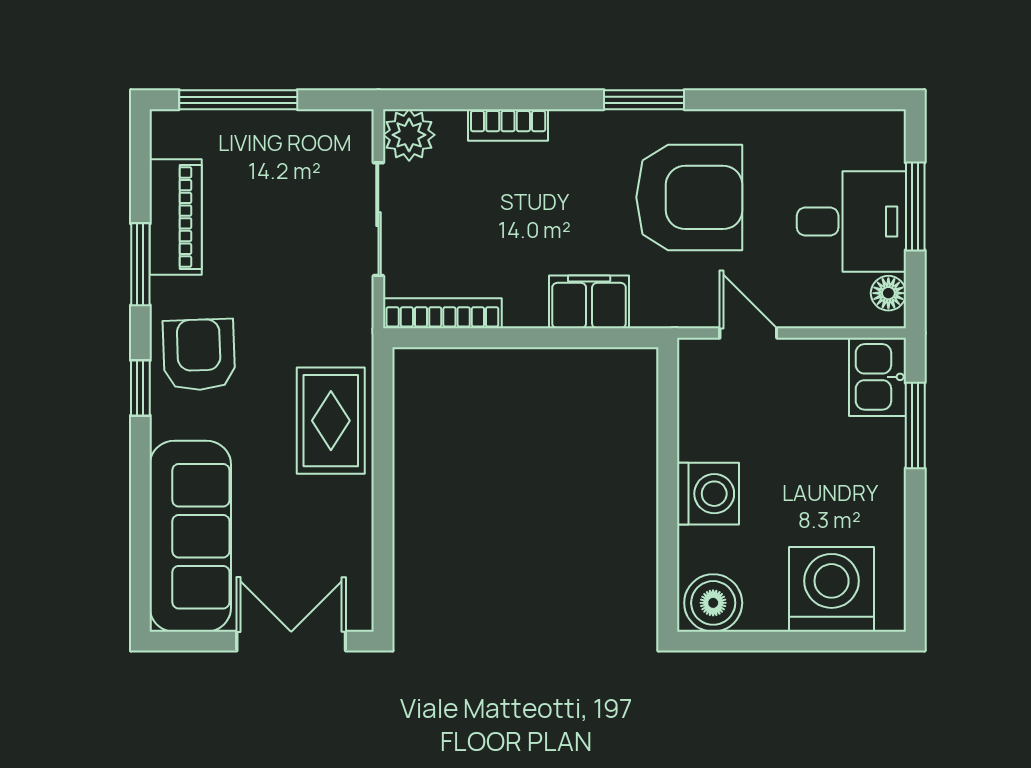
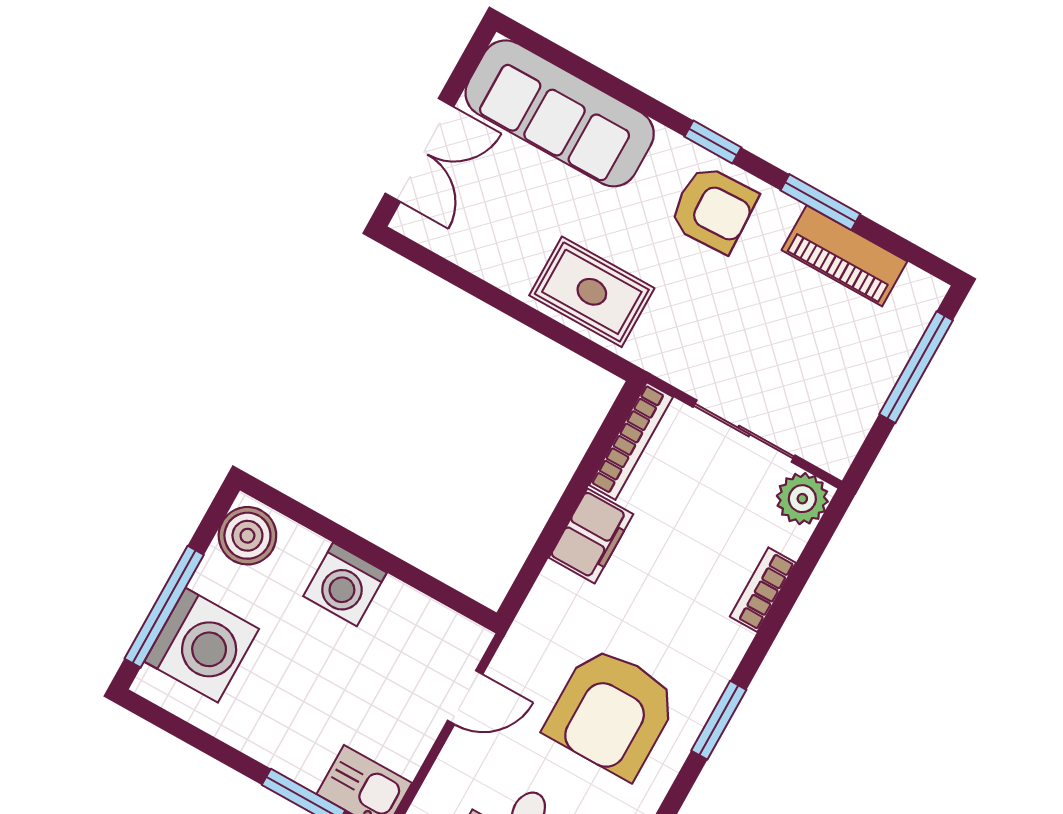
filing cabinet: (589, 302) -> (591, 536), moved
window: (816, 641) -> (164, 607), added

